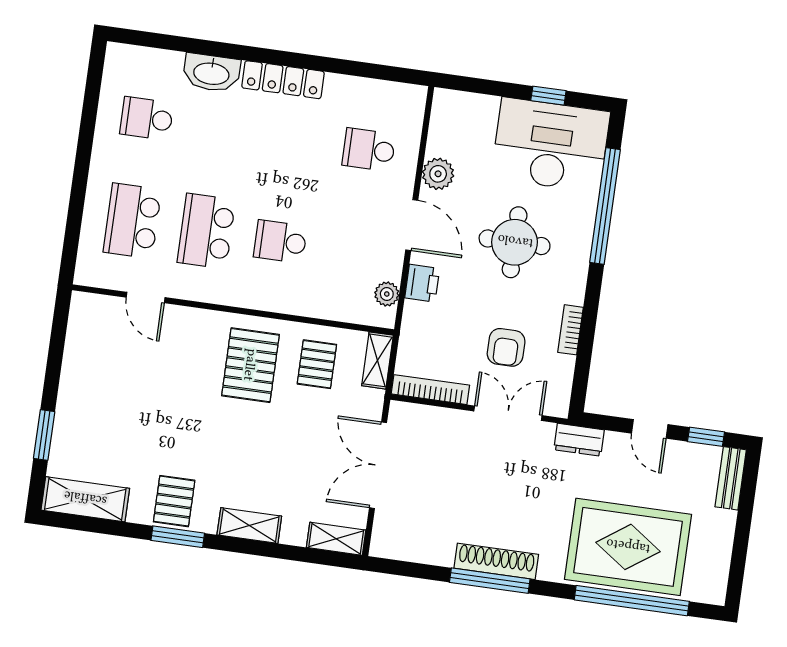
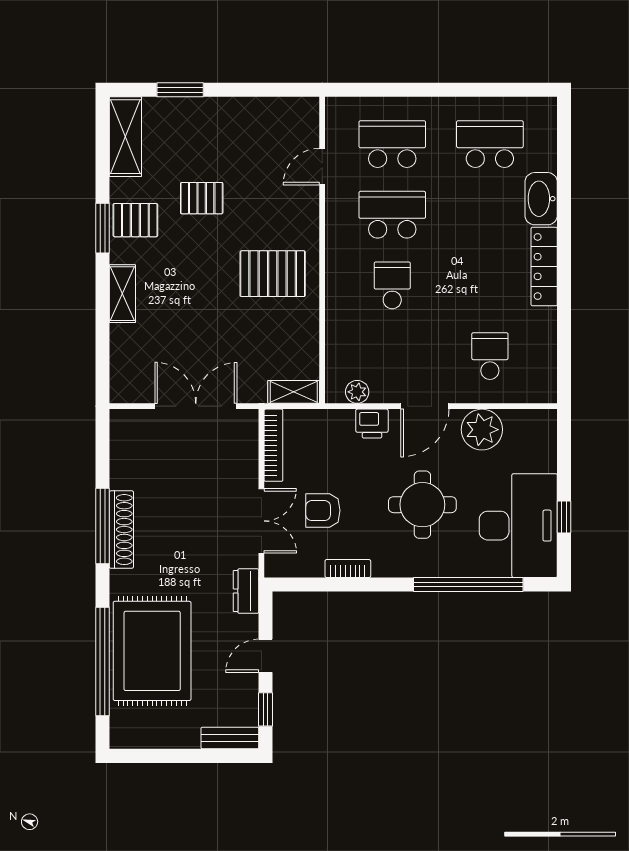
school desk: (147, 118) -> (490, 144), width x1.85
plant: (438, 174) -> (482, 430), width x1.36, depth x1.36
pallet: (317, 364) -> (202, 198), moved
shelving: (336, 539) -> (121, 377), removed

